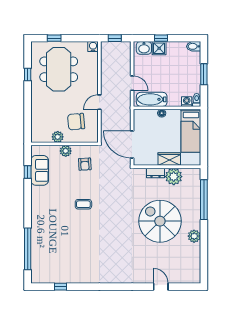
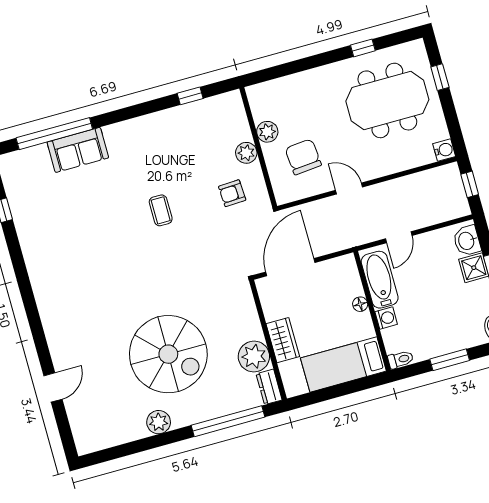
washing machine: (187, 102) -> (386, 318), moved
sofa: (40, 170) -> (78, 150), moved
dresser: (156, 173) -> (269, 387), moved
spiral stairs: (160, 221) -> (168, 354), turned 90

